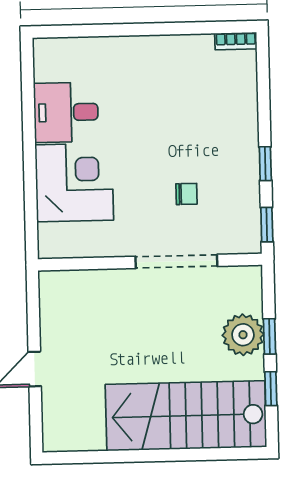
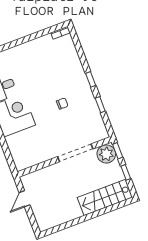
doorway: (176, 261) -> (75, 153), moved
wall: (150, 262) -> (64, 157), moved
stairs: (186, 416) -> (105, 197), width x0.73, depth x0.66

